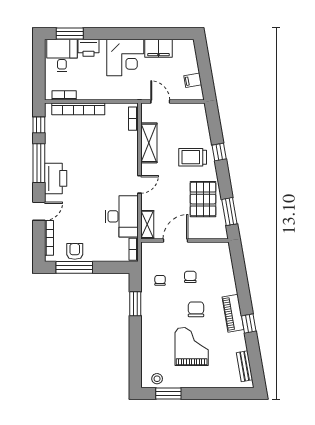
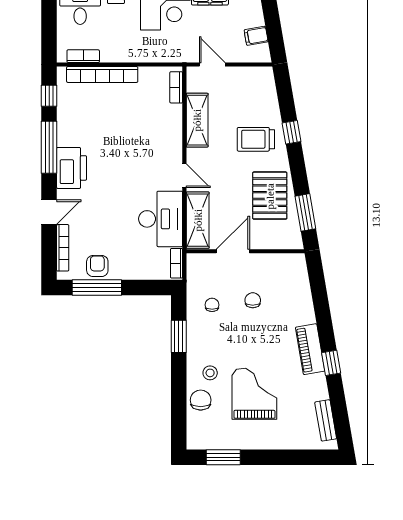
door: (139, 184) -> (184, 176), hinge flipped
shelving: (147, 224) -> (198, 220), width x1.50, depth x1.33
chair: (196, 309) -> (201, 400), moved
stool: (157, 379) -> (210, 373), moved

